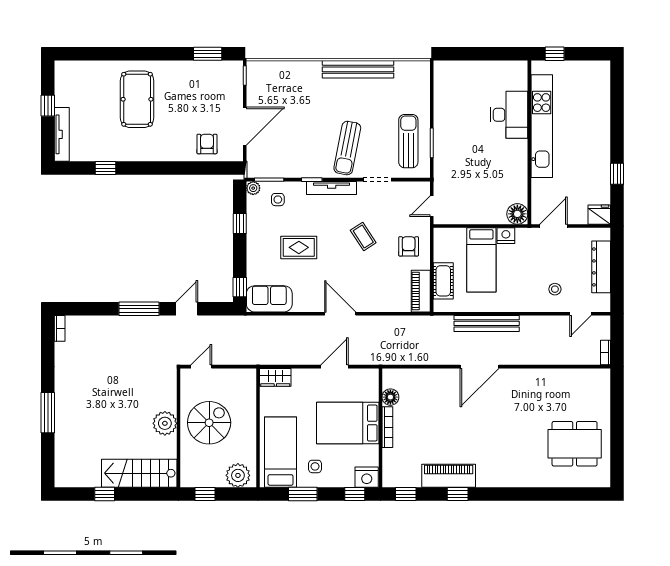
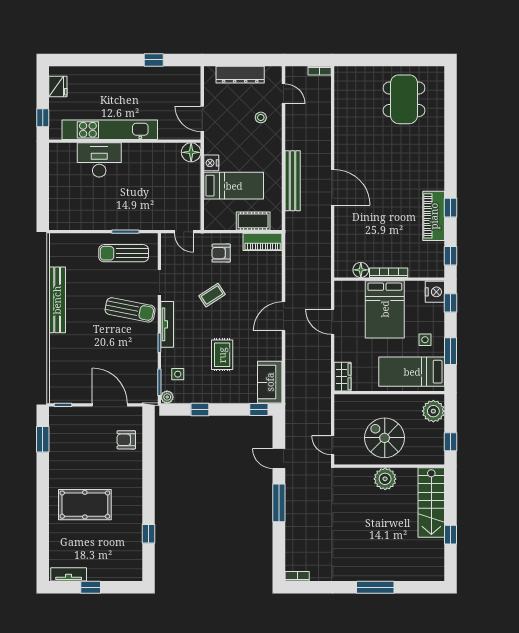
tv unit: (62, 134) -> (69, 574), moved, width x0.71
fridge: (599, 215) -> (58, 86), moved, turned 180

